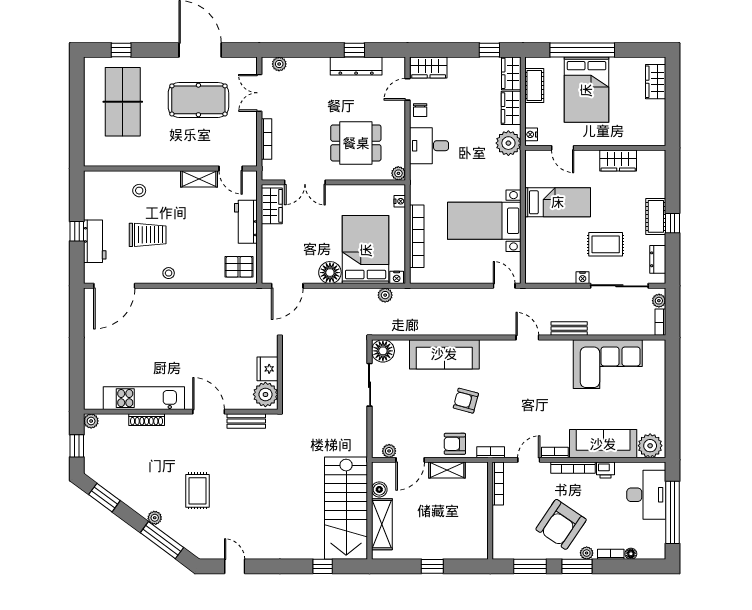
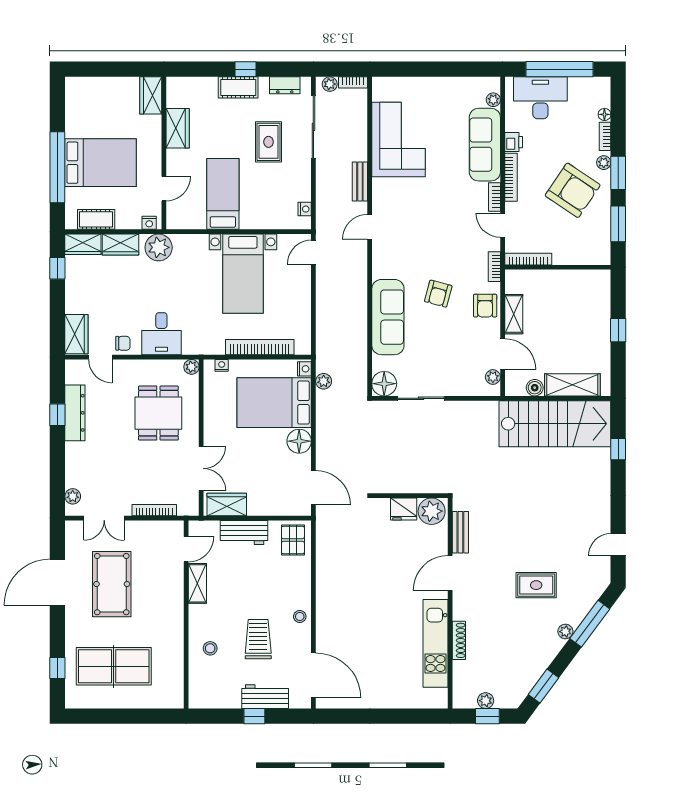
wardrobe: (656, 82) -> (151, 95), moved, turned 90
nightstand: (583, 278) -> (305, 209), moved
plant: (91, 421) -> (486, 701), moved
plant: (650, 446) -> (493, 100), width x0.53, depth x0.53

